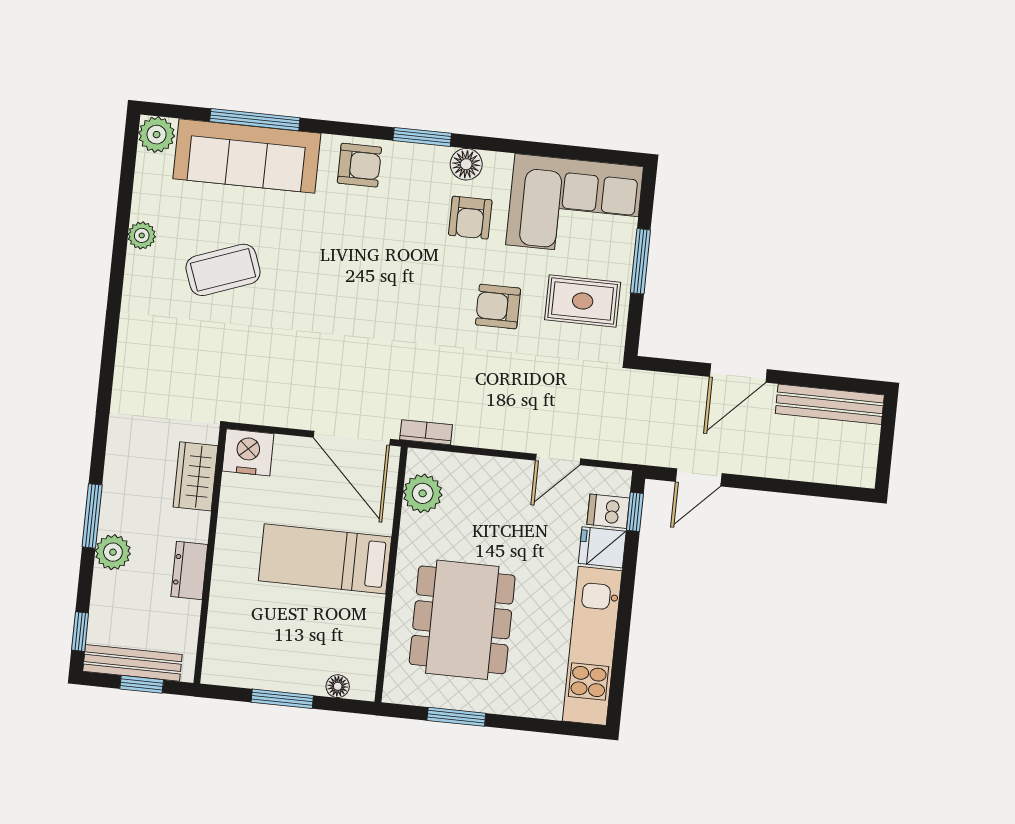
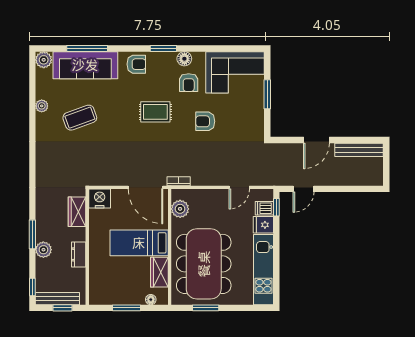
rug: (583, 301) -> (155, 112), moved
dining table: (462, 620) -> (204, 264), width x1.36, depth x1.24
wardrobe: (363, 628) -> (159, 272), added

